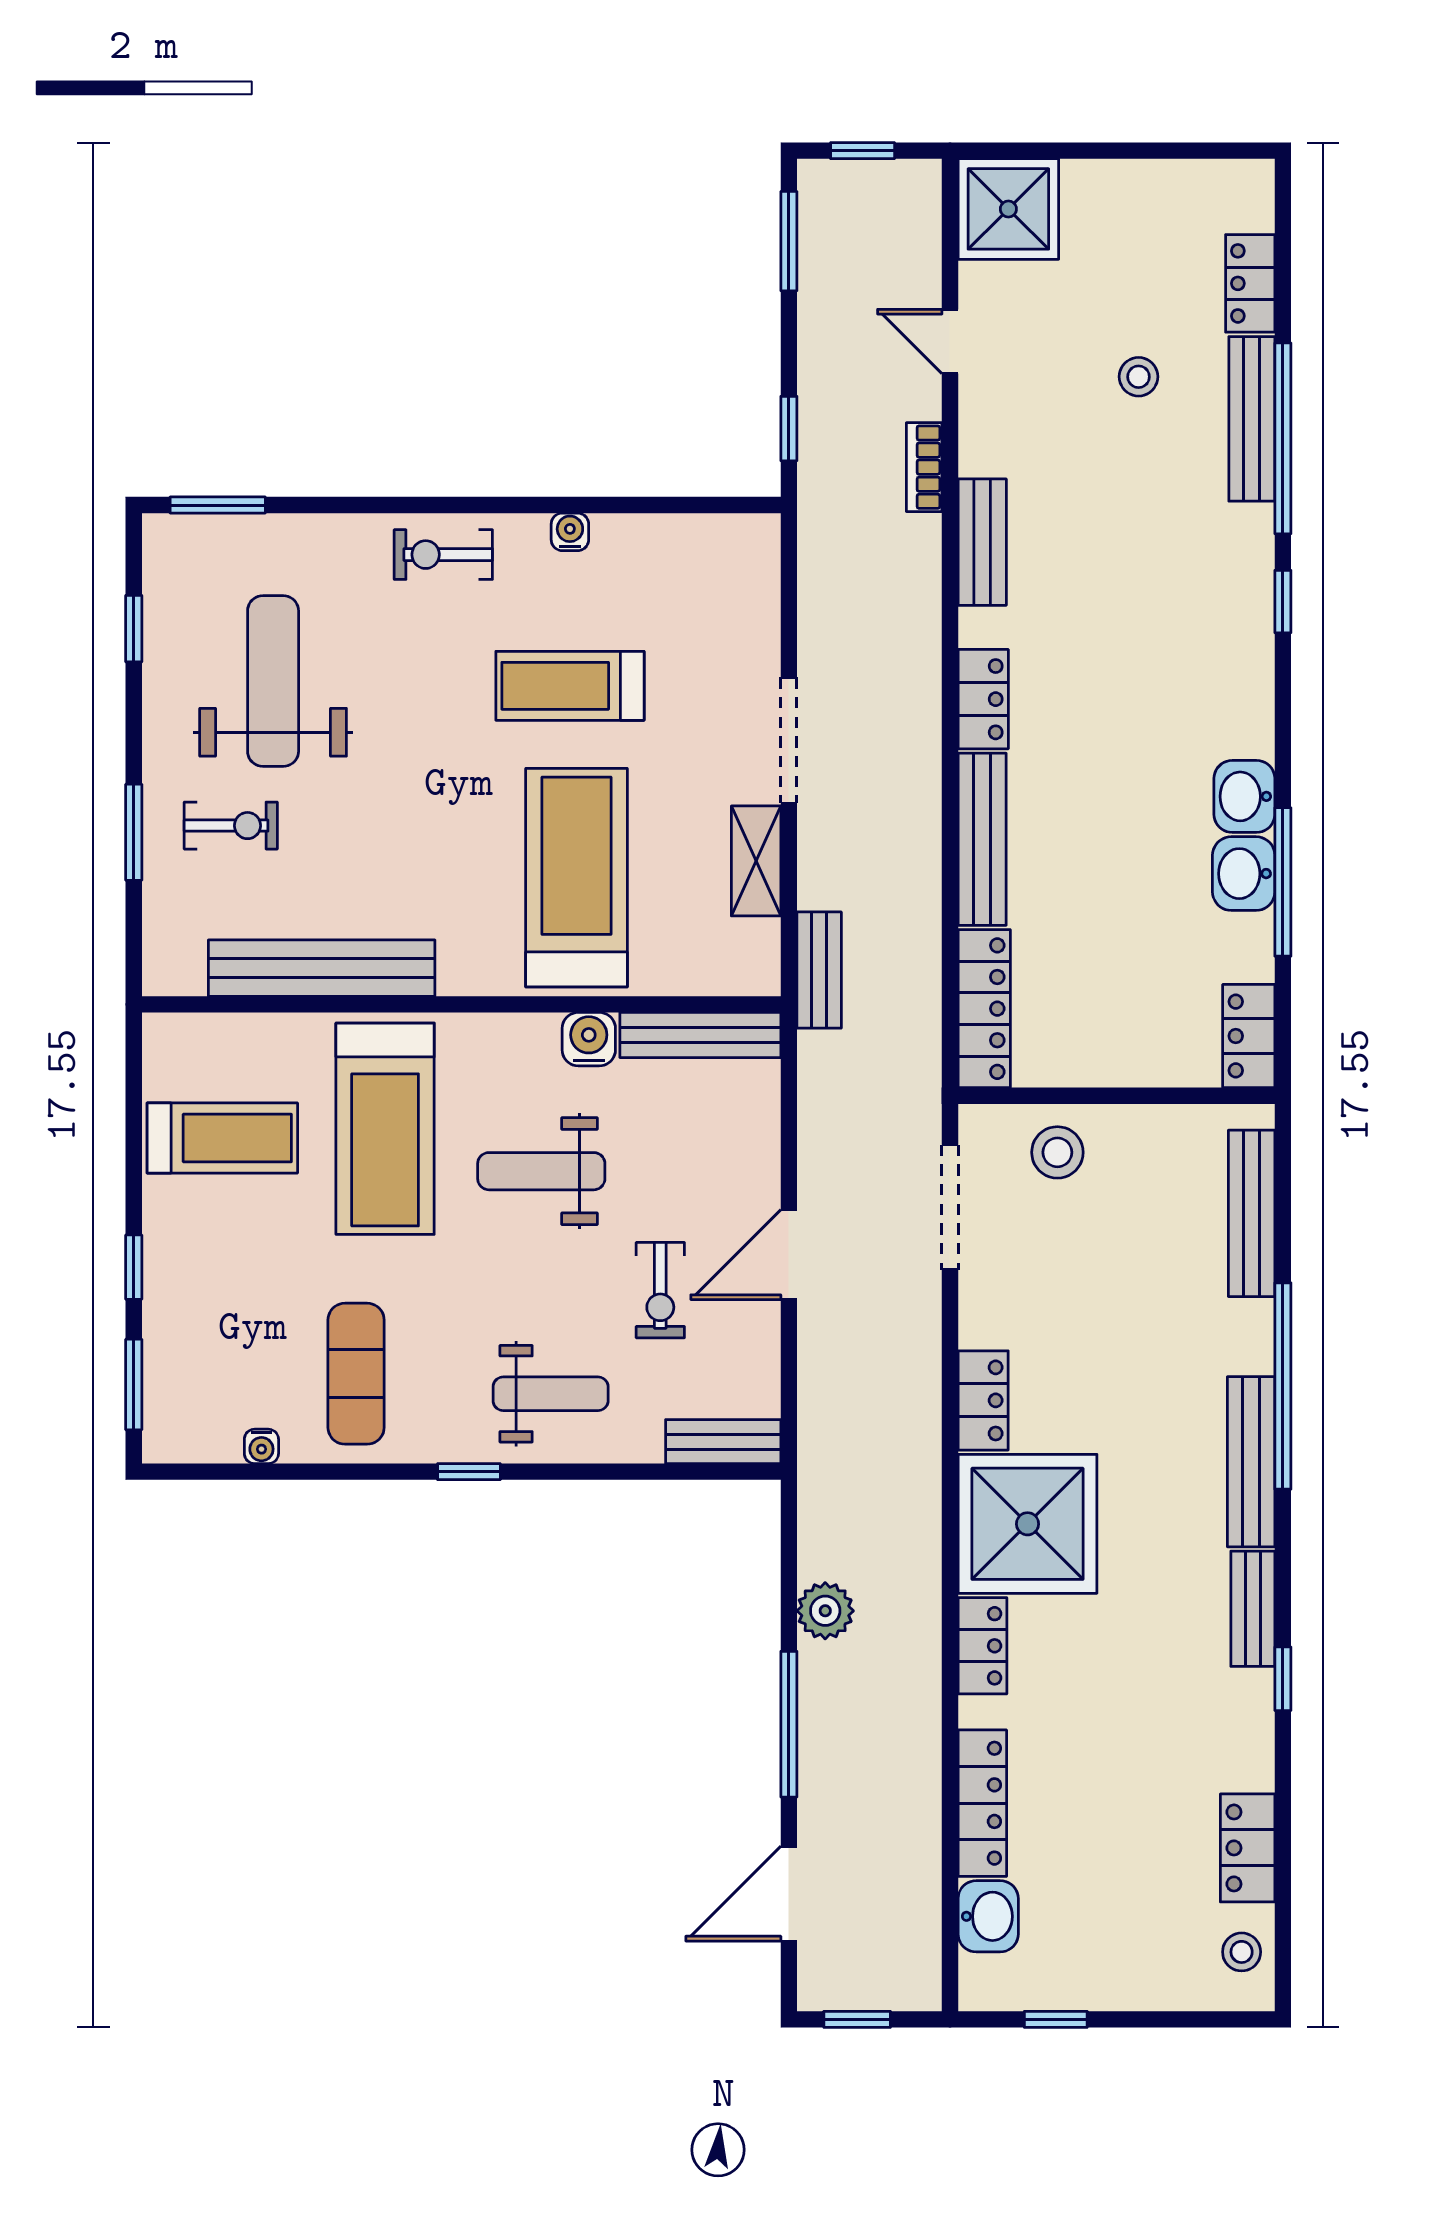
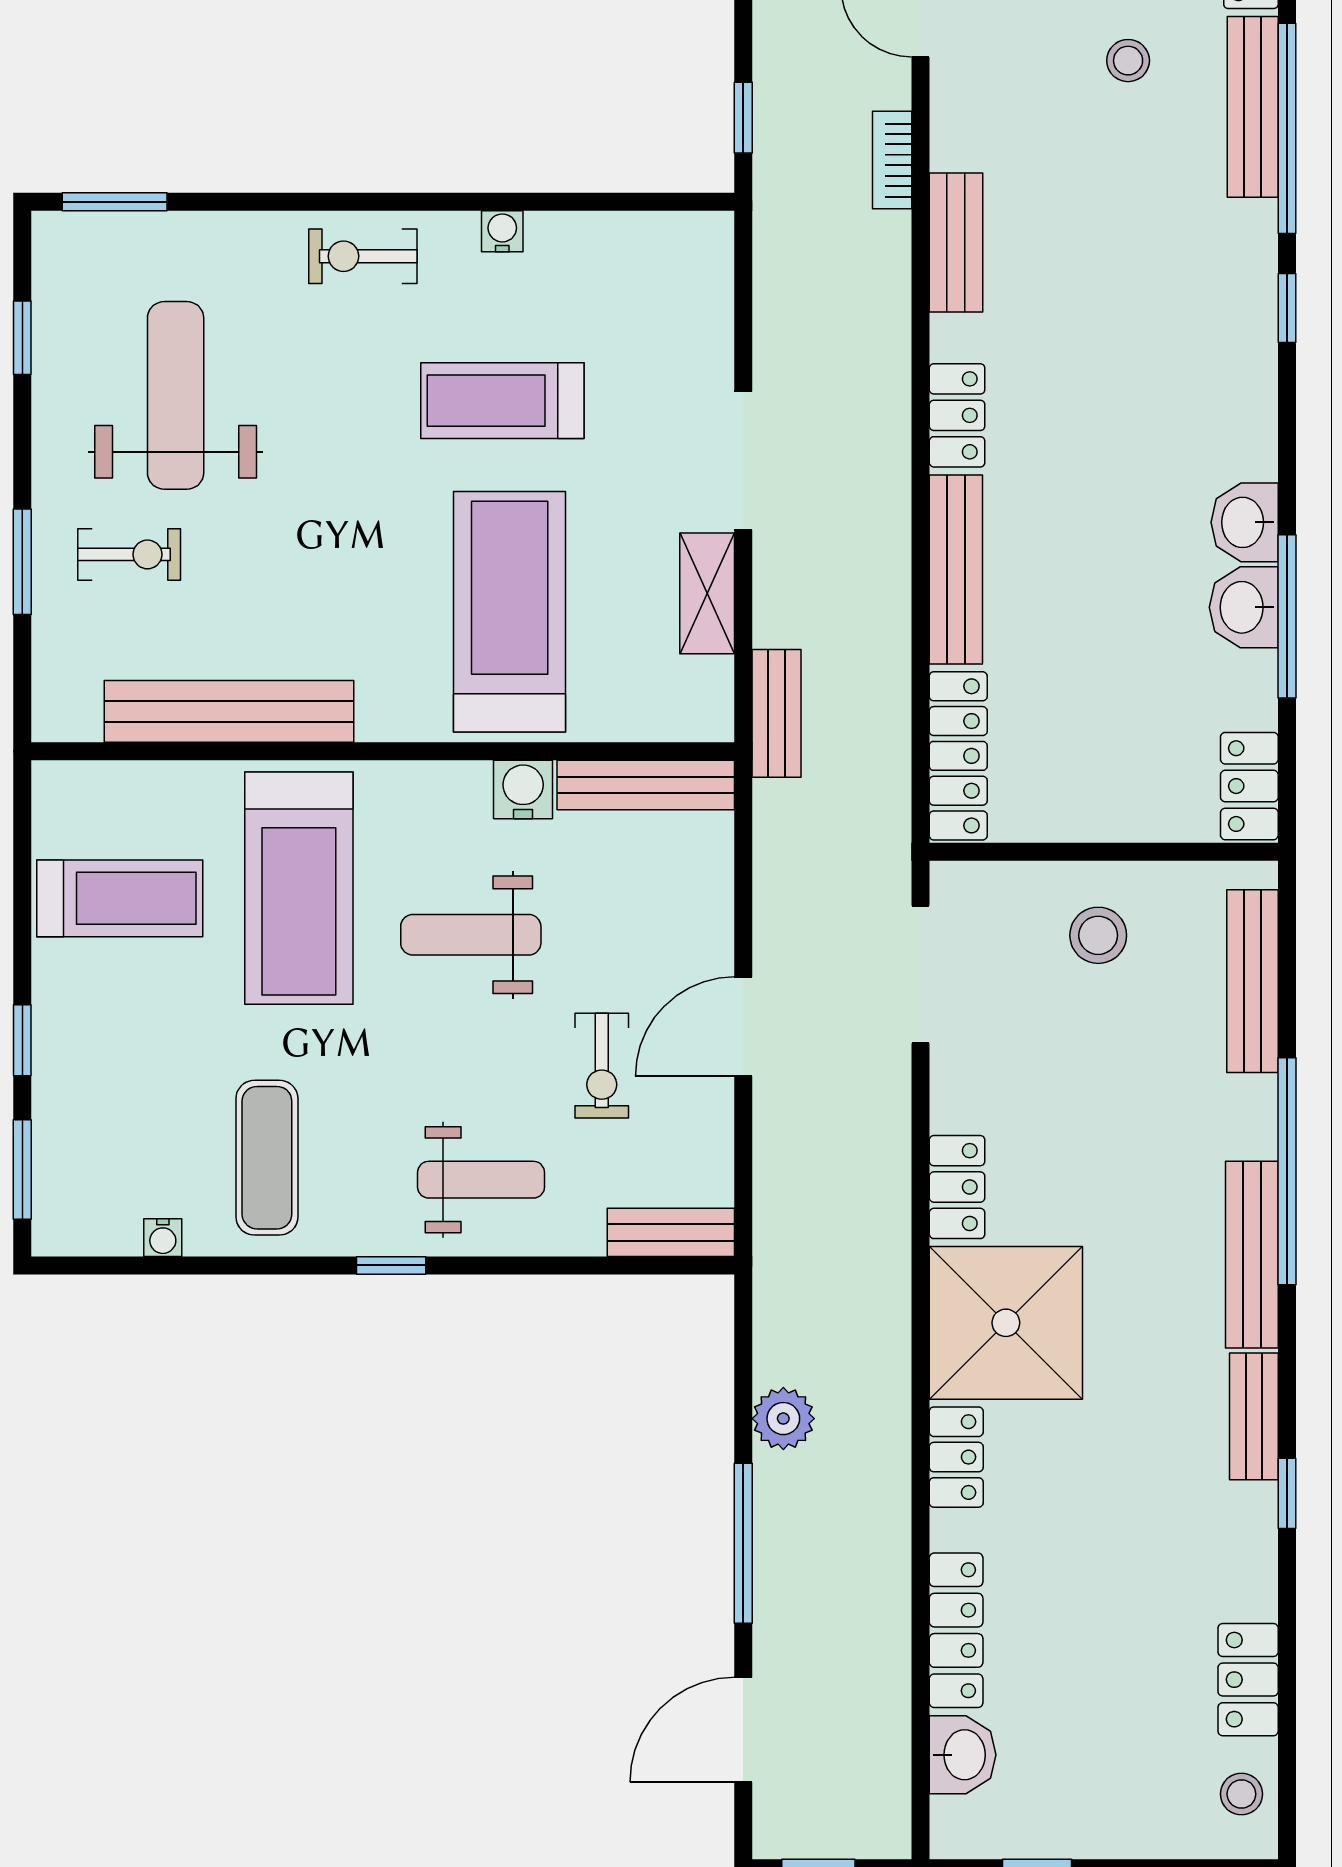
stool: (1057, 1152) -> (1098, 935), moved

